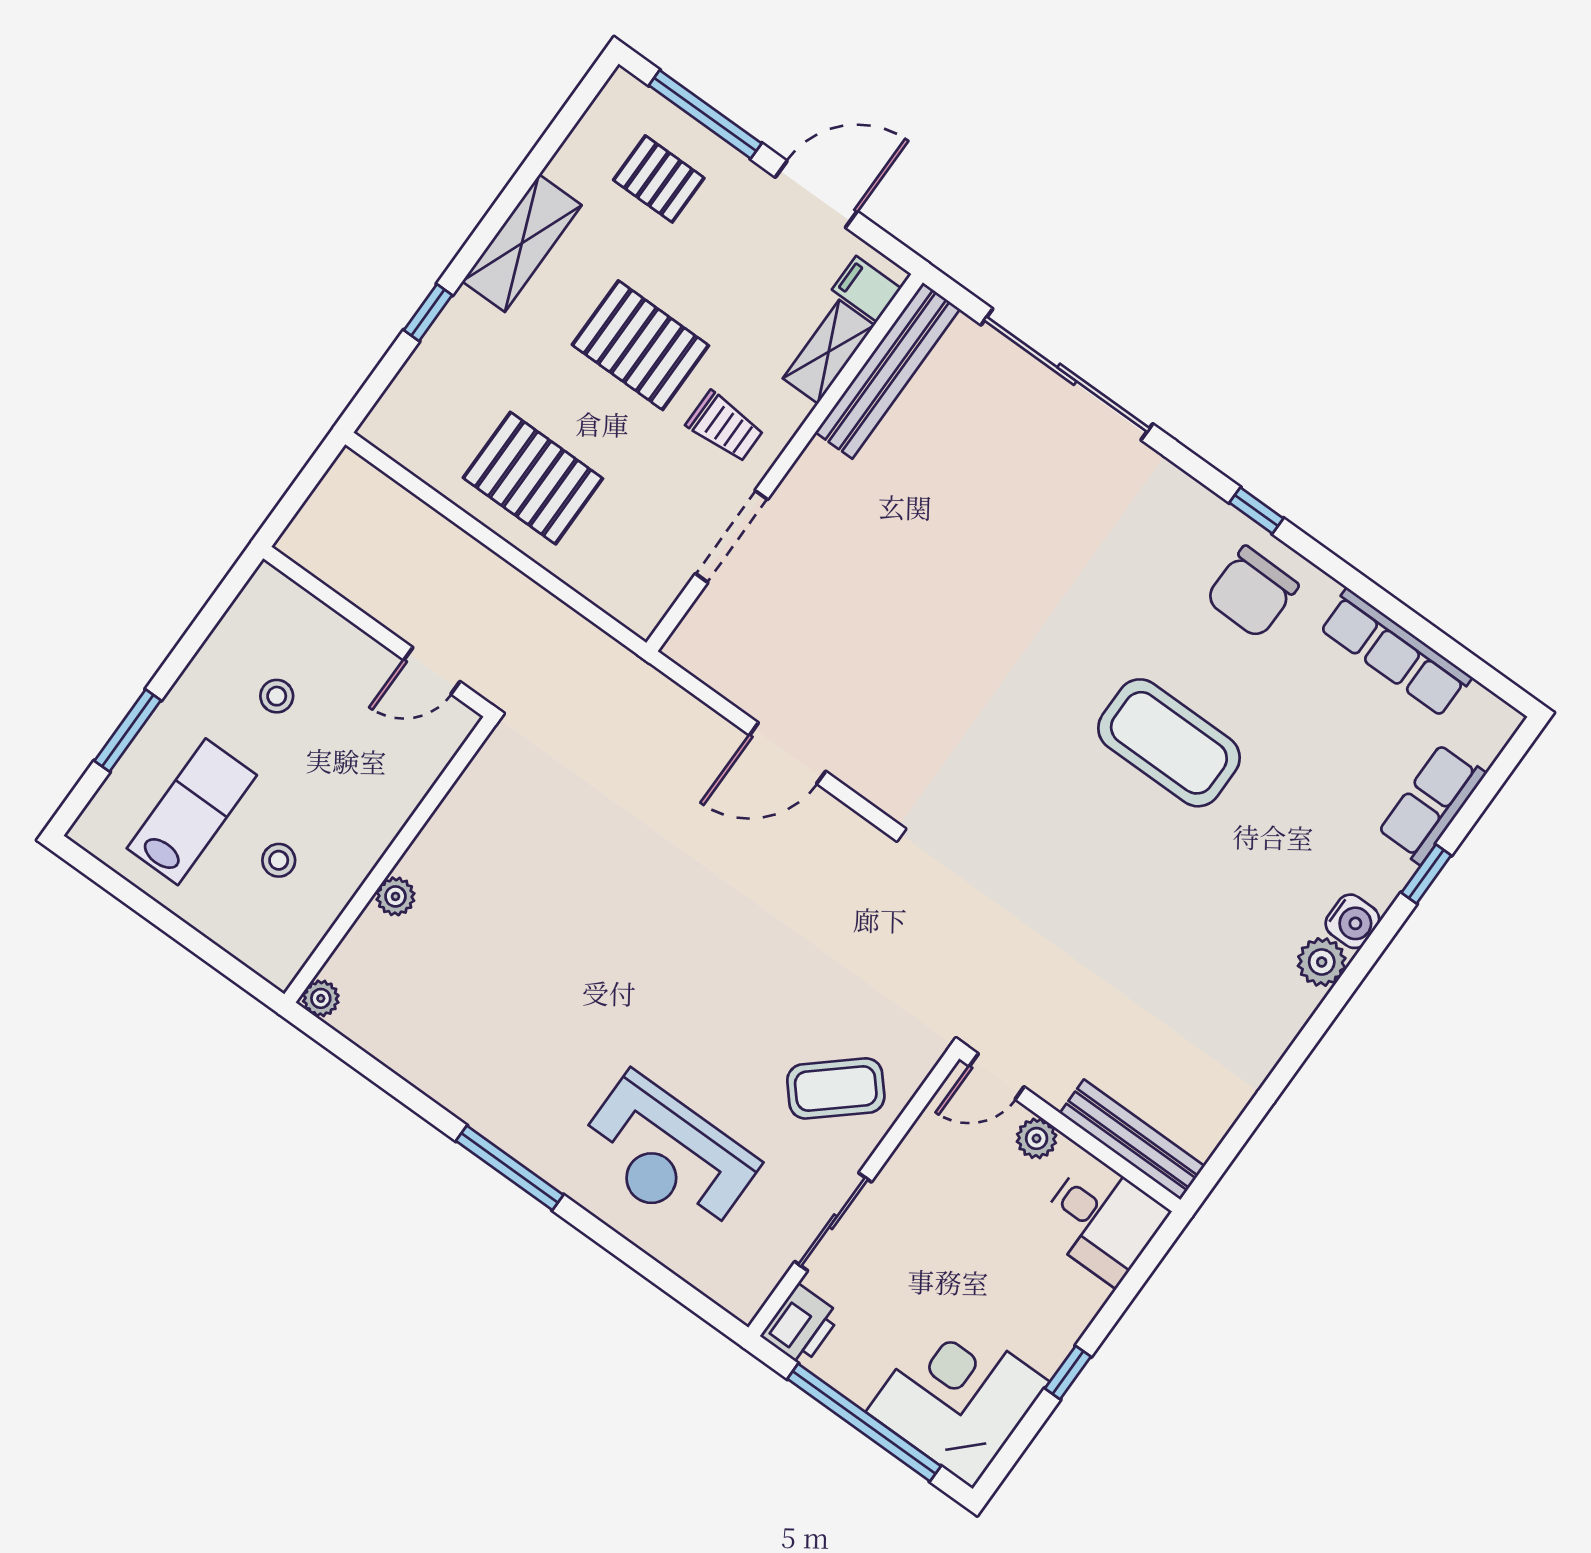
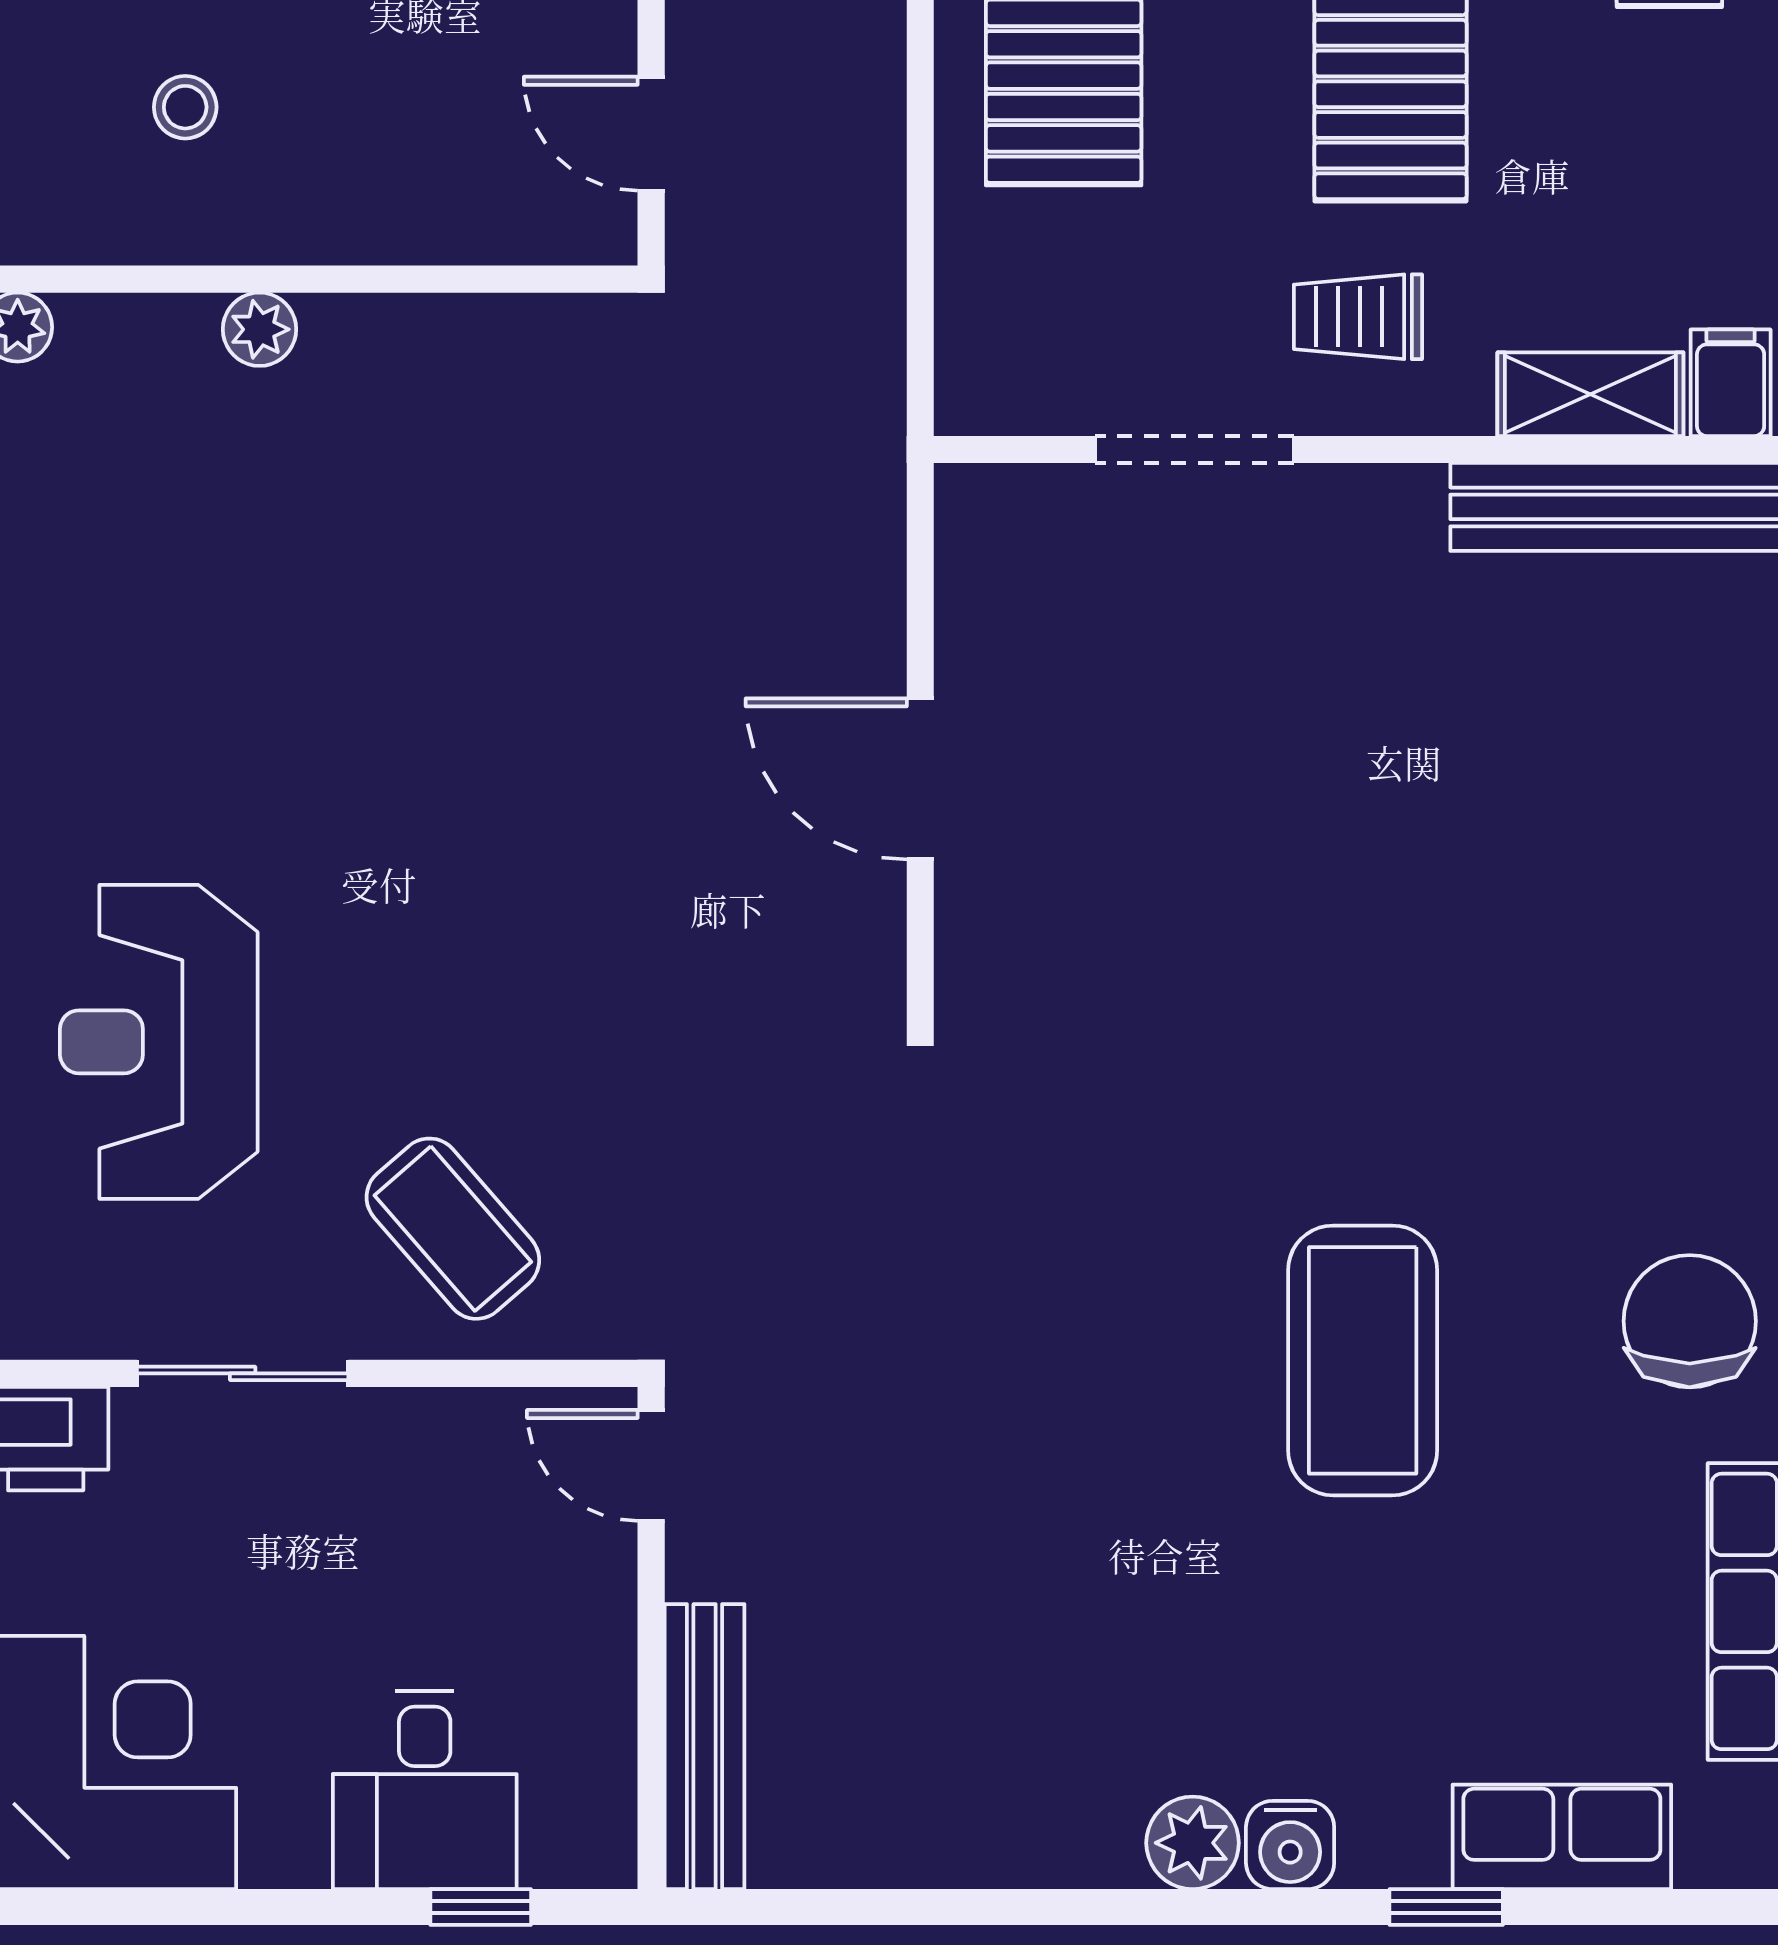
trolley: (725, 427) -> (1358, 317), turned 90
chair: (1252, 592) -> (1690, 1321), turned 89
plant: (1037, 1138) -> (599, 1597), removed
desk: (1102, 1220) -> (425, 1790), moved
window: (1068, 1373) -> (481, 1907), moved

